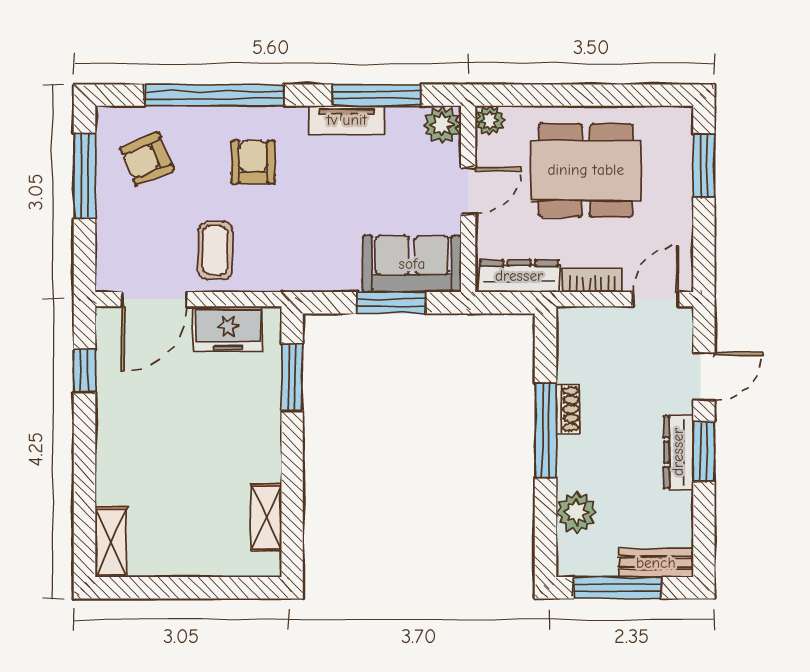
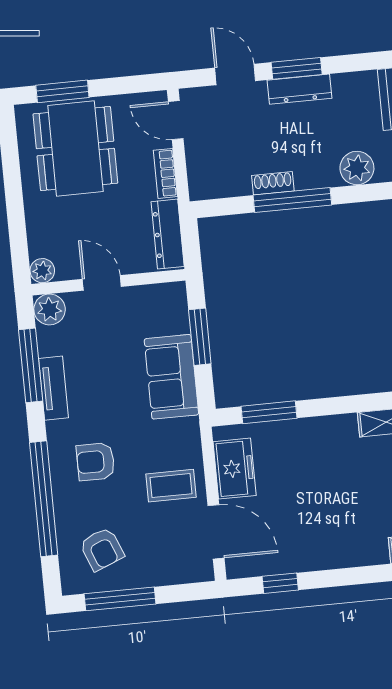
dining table: (586, 170) -> (75, 149), moved
sofa: (412, 264) -> (171, 377), moved

